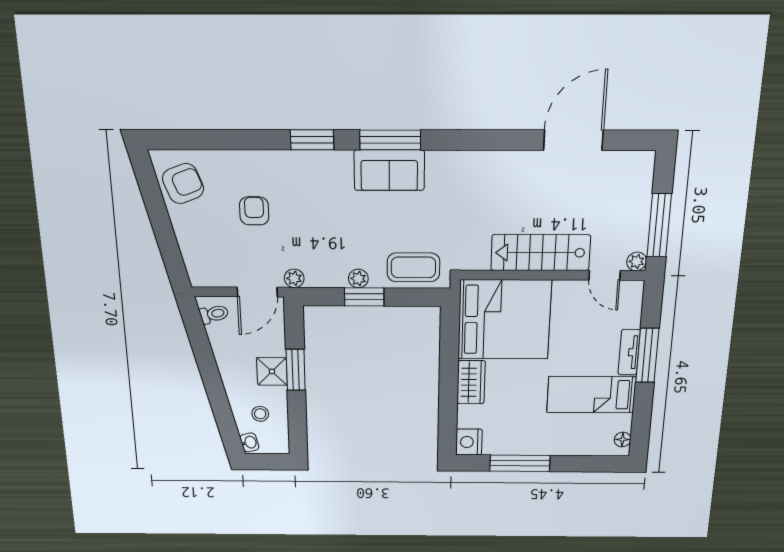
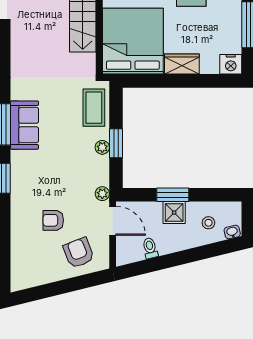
armchair: (183, 184) -> (79, 253), moved
toilet: (214, 314) -> (150, 248), moved

